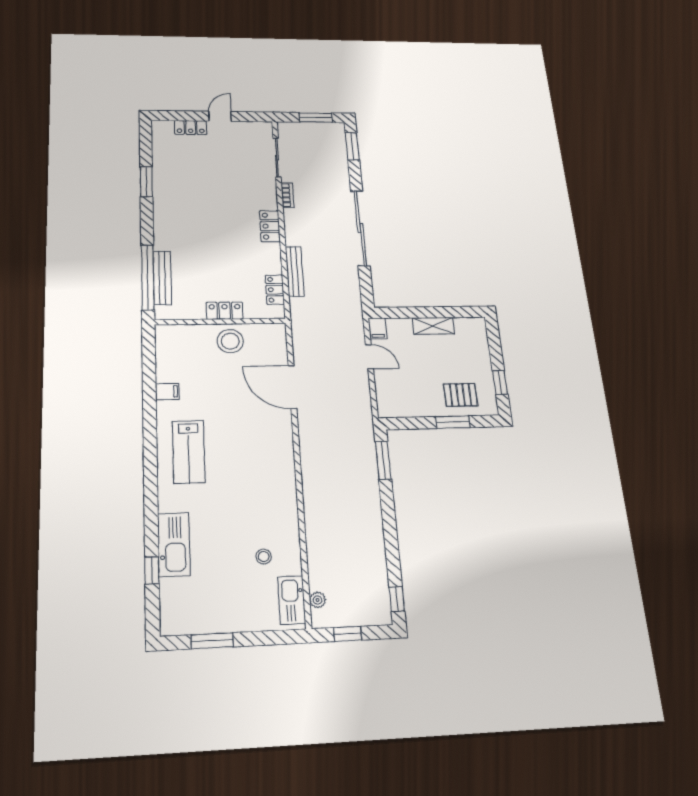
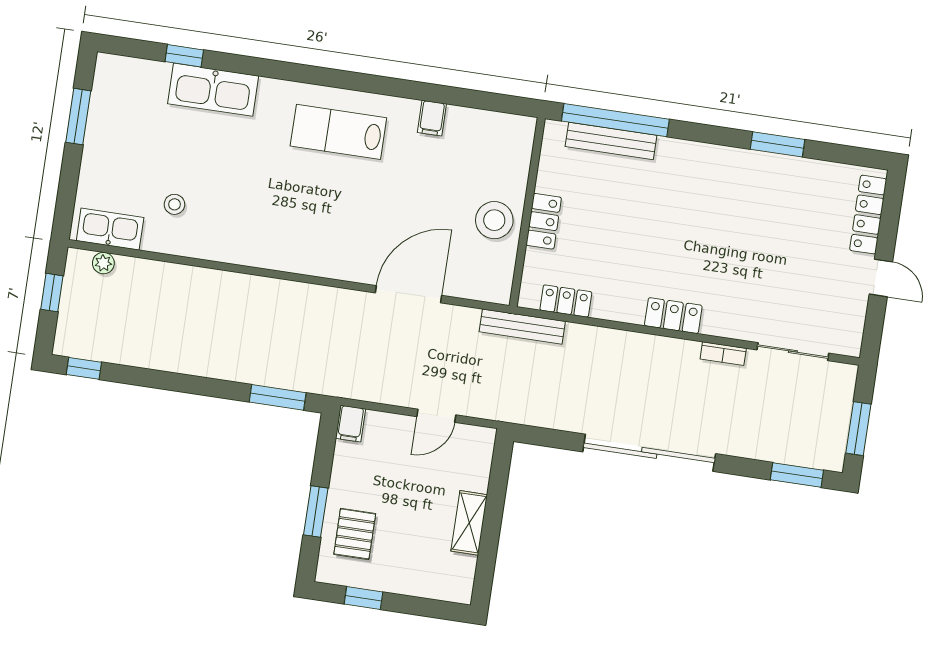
locker: (191, 128) -> (868, 215), width x1.53
bench: (295, 271) -> (522, 327), moved
filing cabinet: (378, 329) -> (351, 424), moved, turned -90

